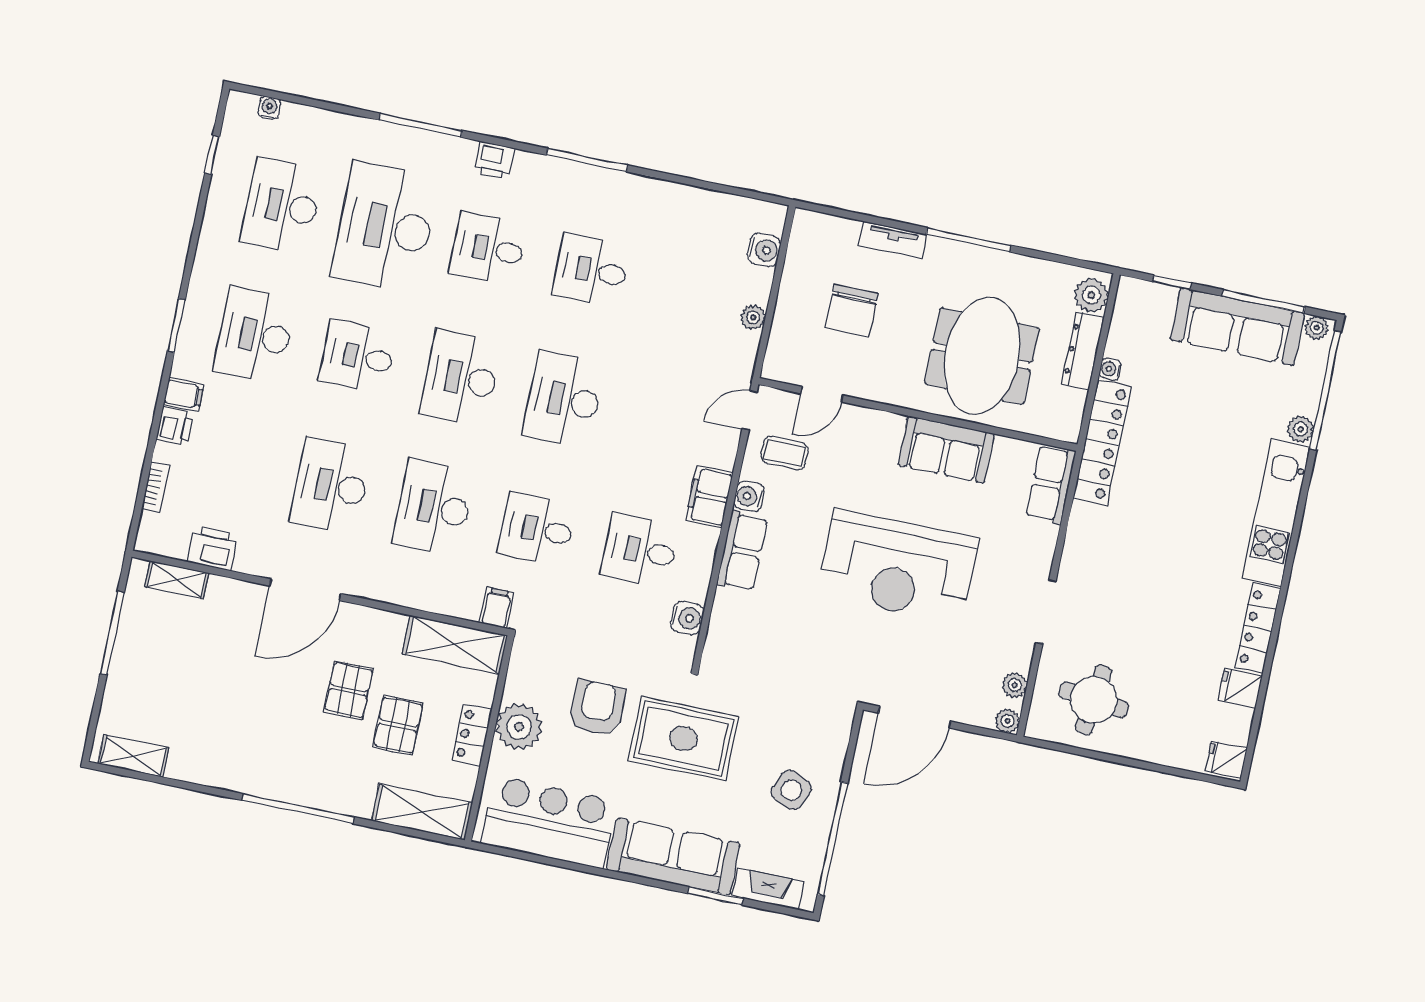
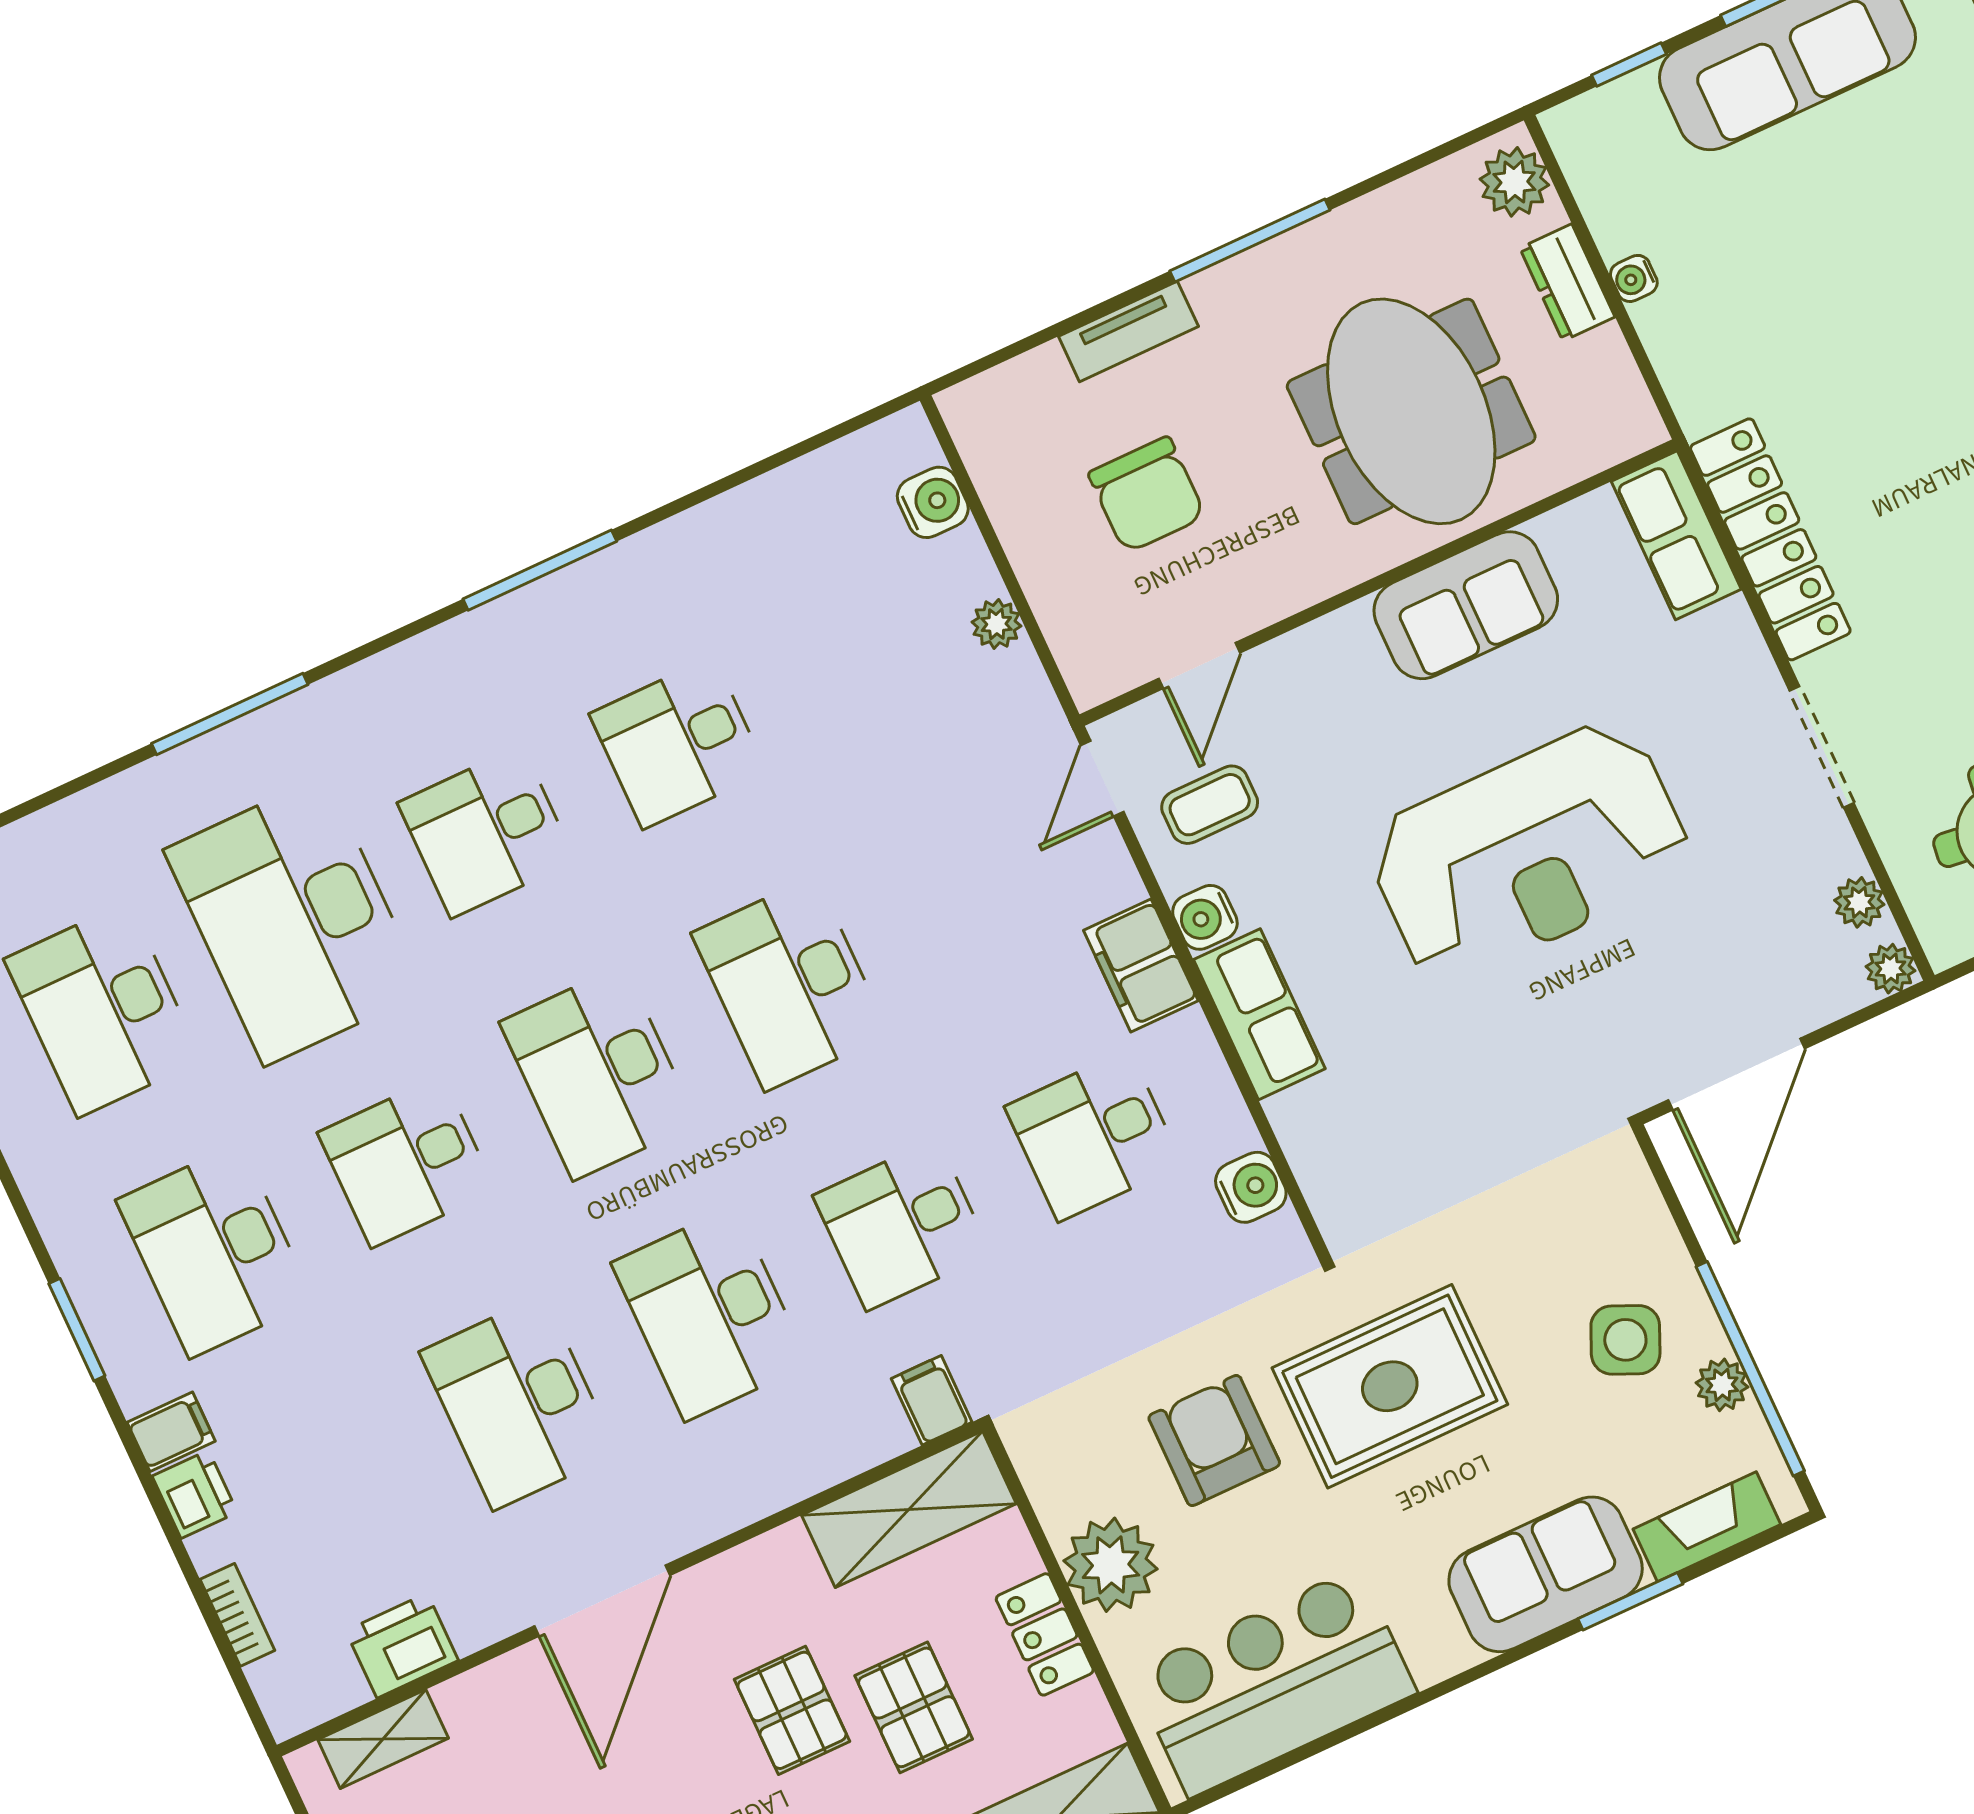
printer: (494, 160) -> (391, 682), removed
dresser: (1083, 351) -> (1567, 282), width x0.70
locker: (1102, 442) -> (1770, 539), moved
plant: (816, 837) -> (1722, 1385), added
sofa: (673, 857) -> (1546, 1574), width x0.73

